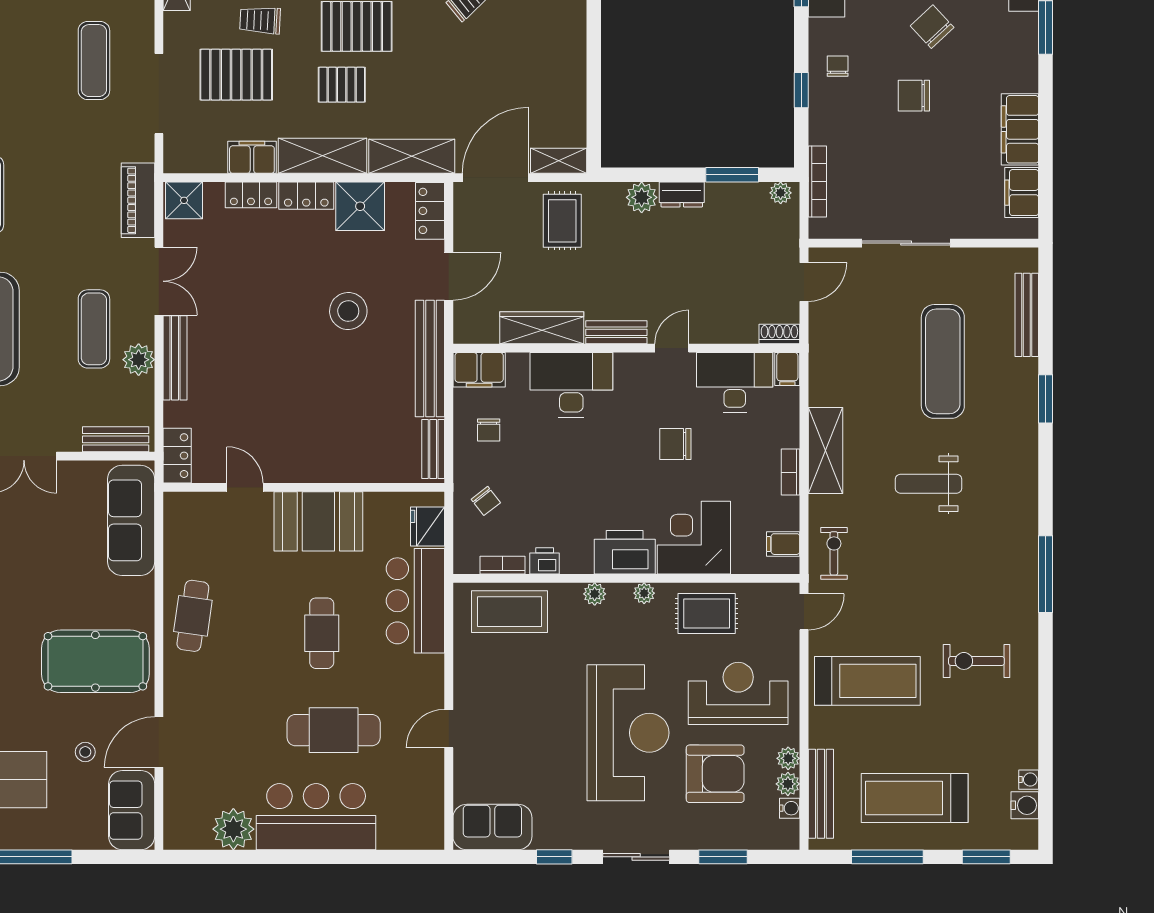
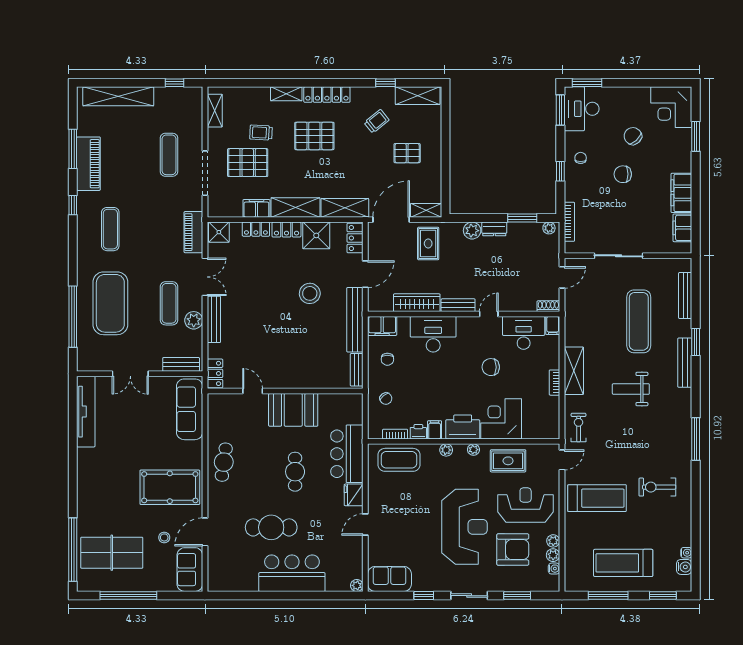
pallet: (342, 85) -> (407, 153), moved
fridge: (428, 527) -> (354, 495), moved
filing cabinet: (783, 544) -> (435, 430), moved, turned 90
cafe table: (334, 730) -> (271, 527), moved
bench: (821, 794) -> (685, 363), moved
plant: (233, 829) -> (357, 585), moved, width x0.53, depth x0.53

